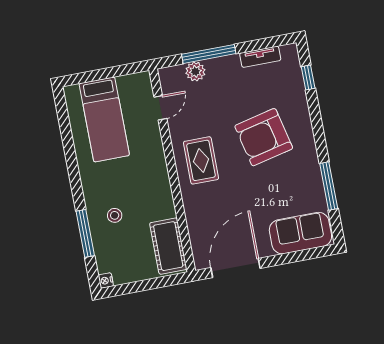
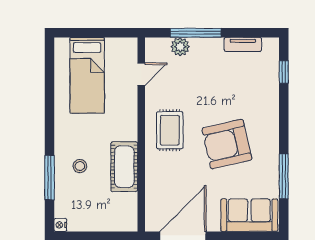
armchair: (264, 137) -> (227, 144), moved
cot: (168, 246) -> (124, 167), moved

